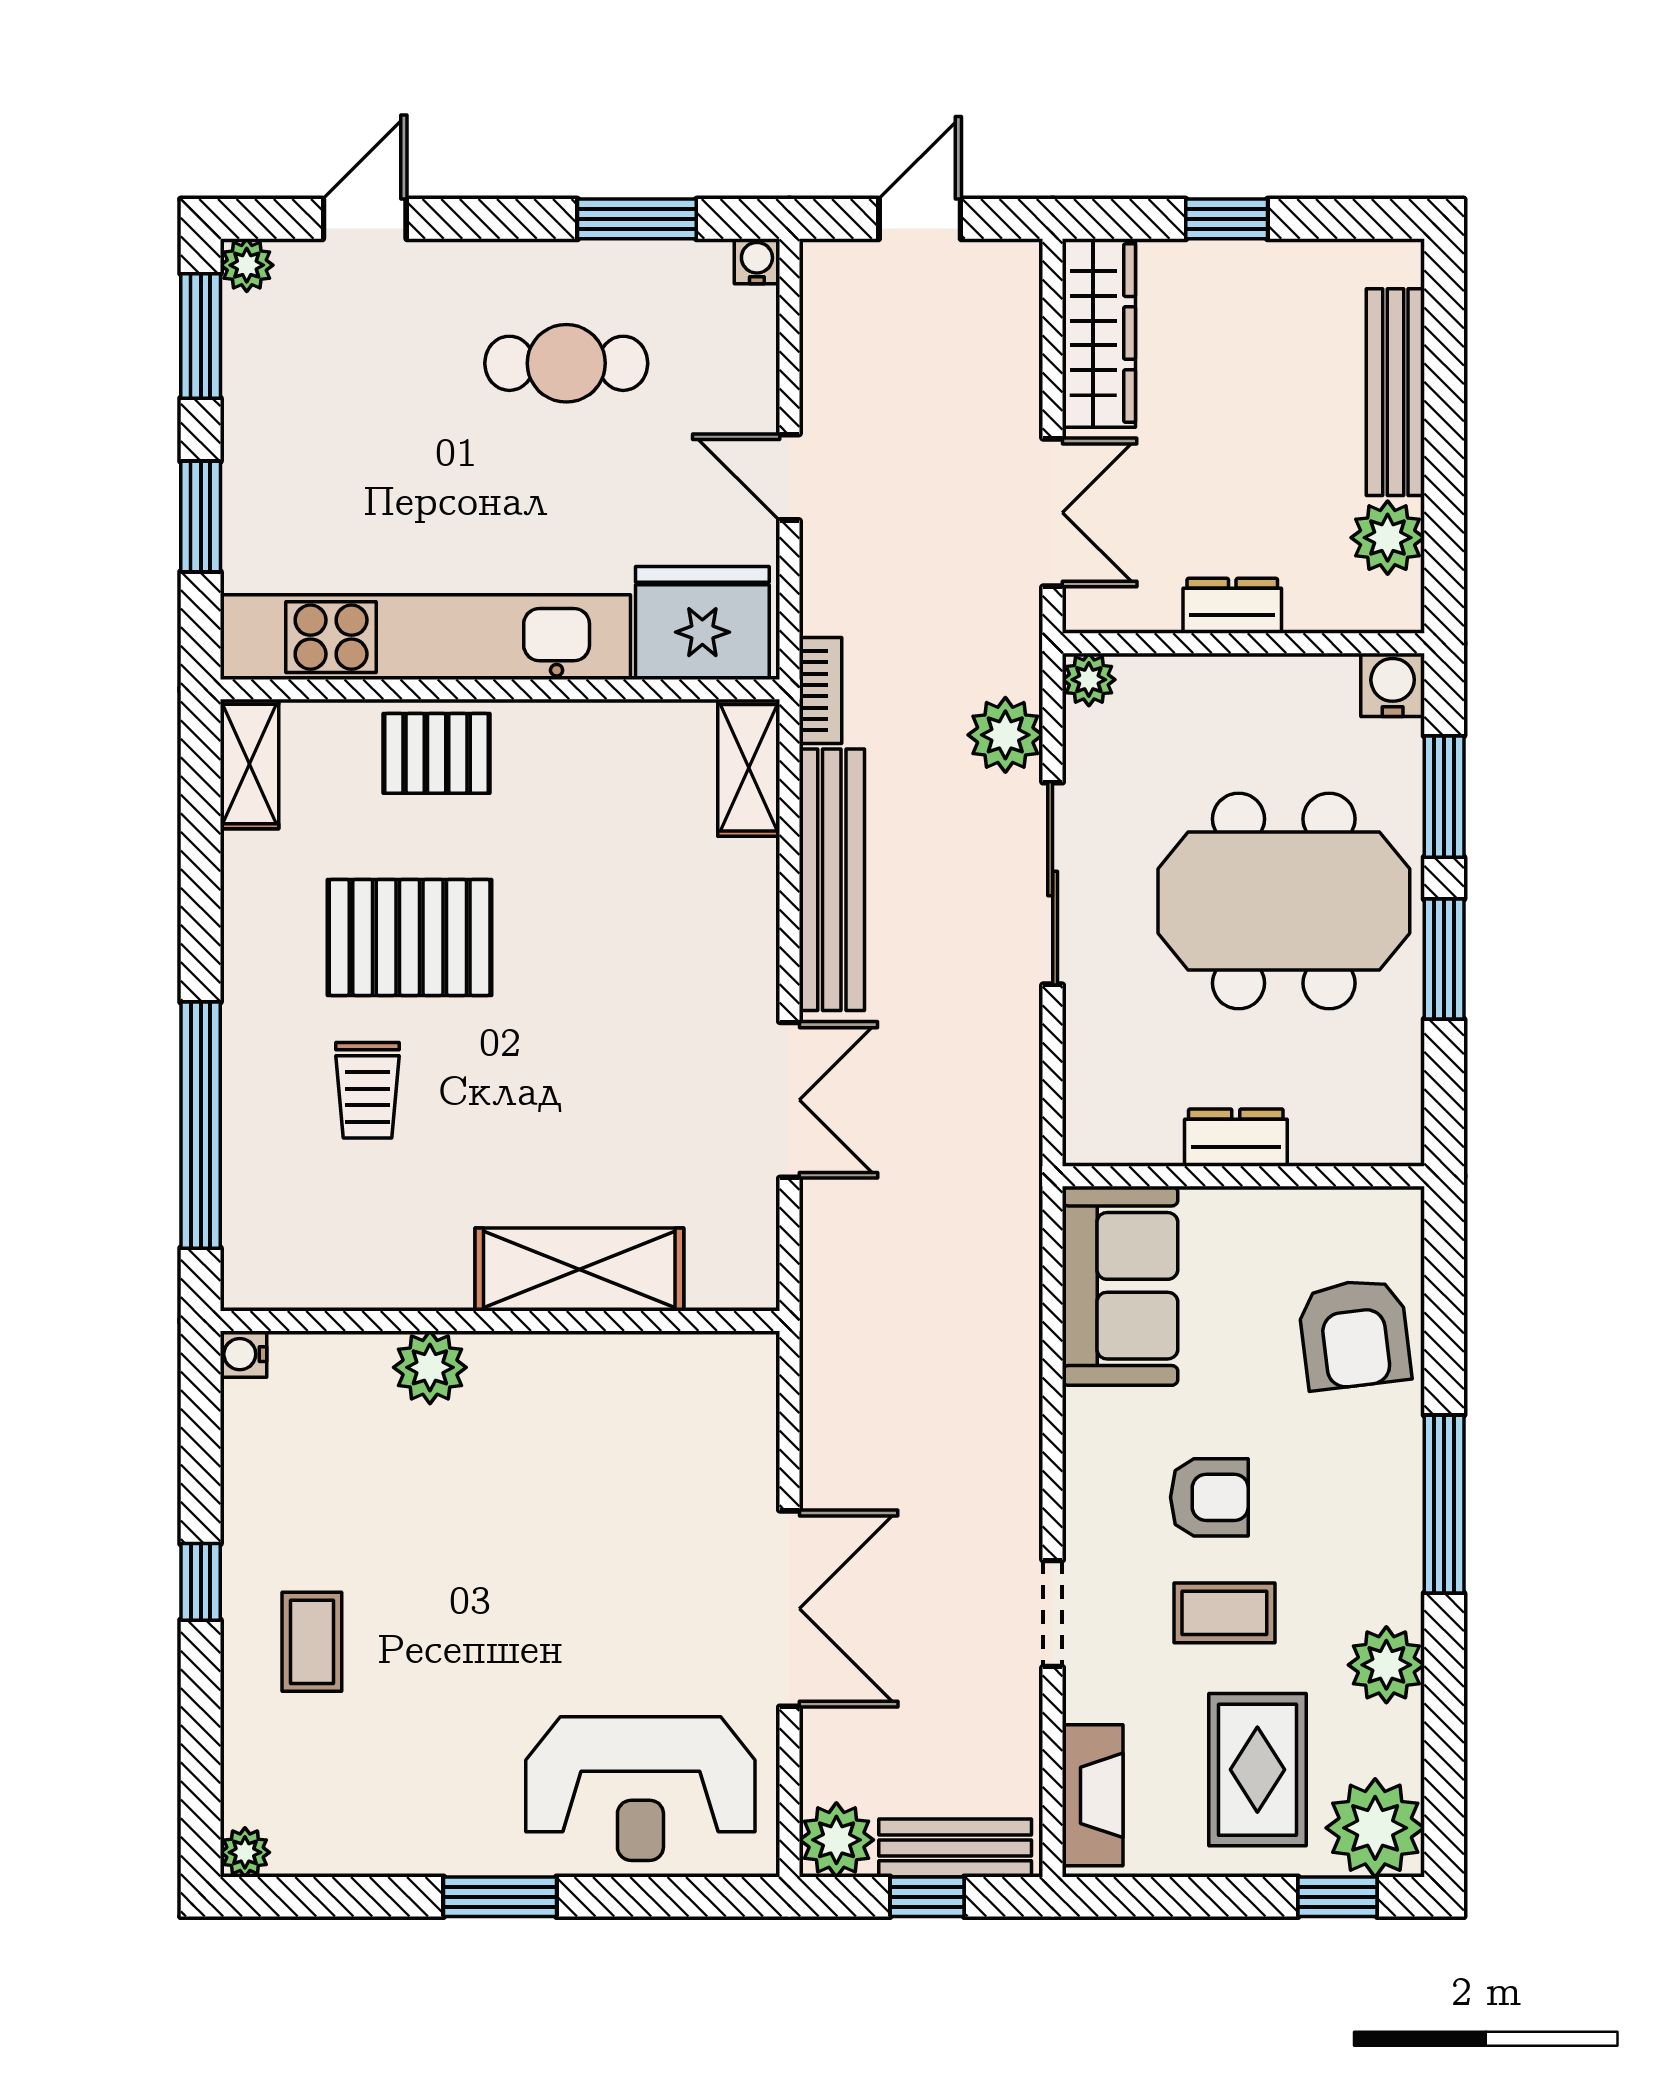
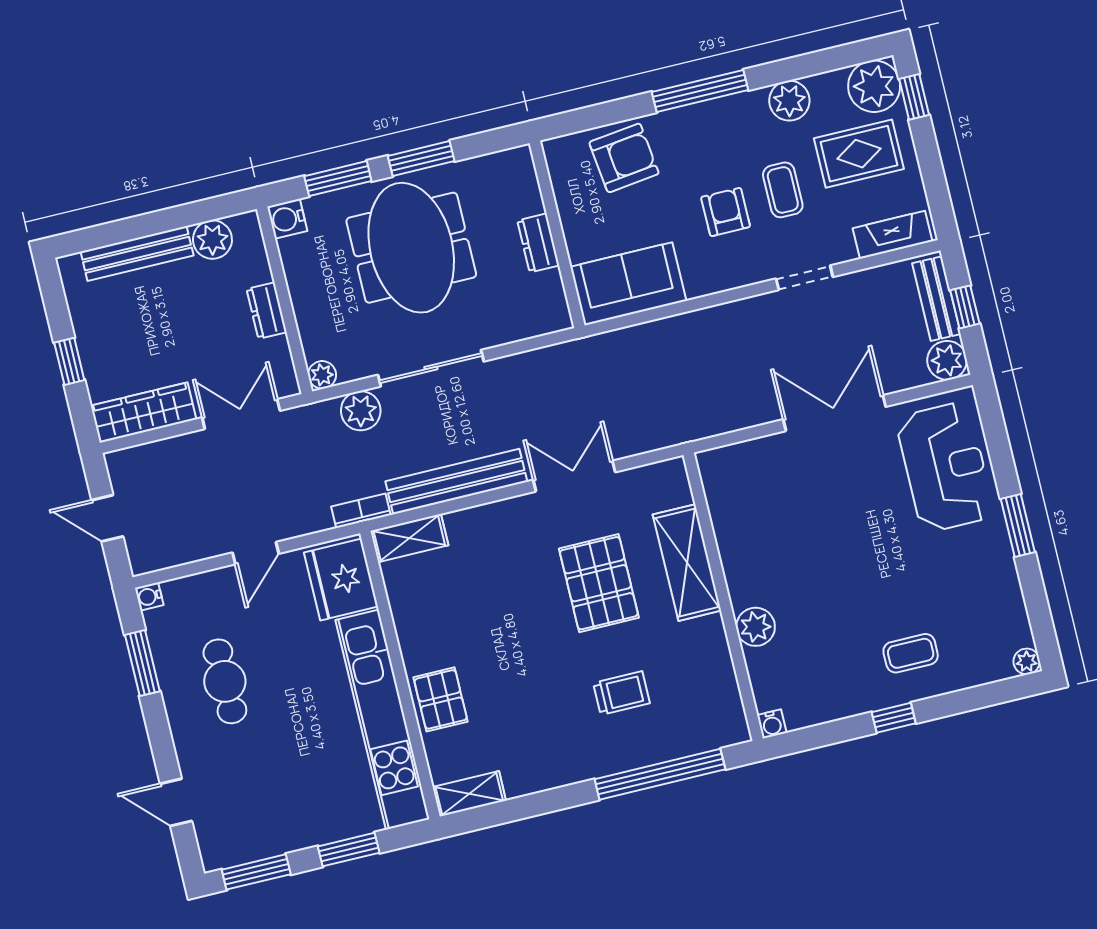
plant: (247, 265) -> (214, 857), removed
pallet: (410, 937) -> (599, 583), moved

